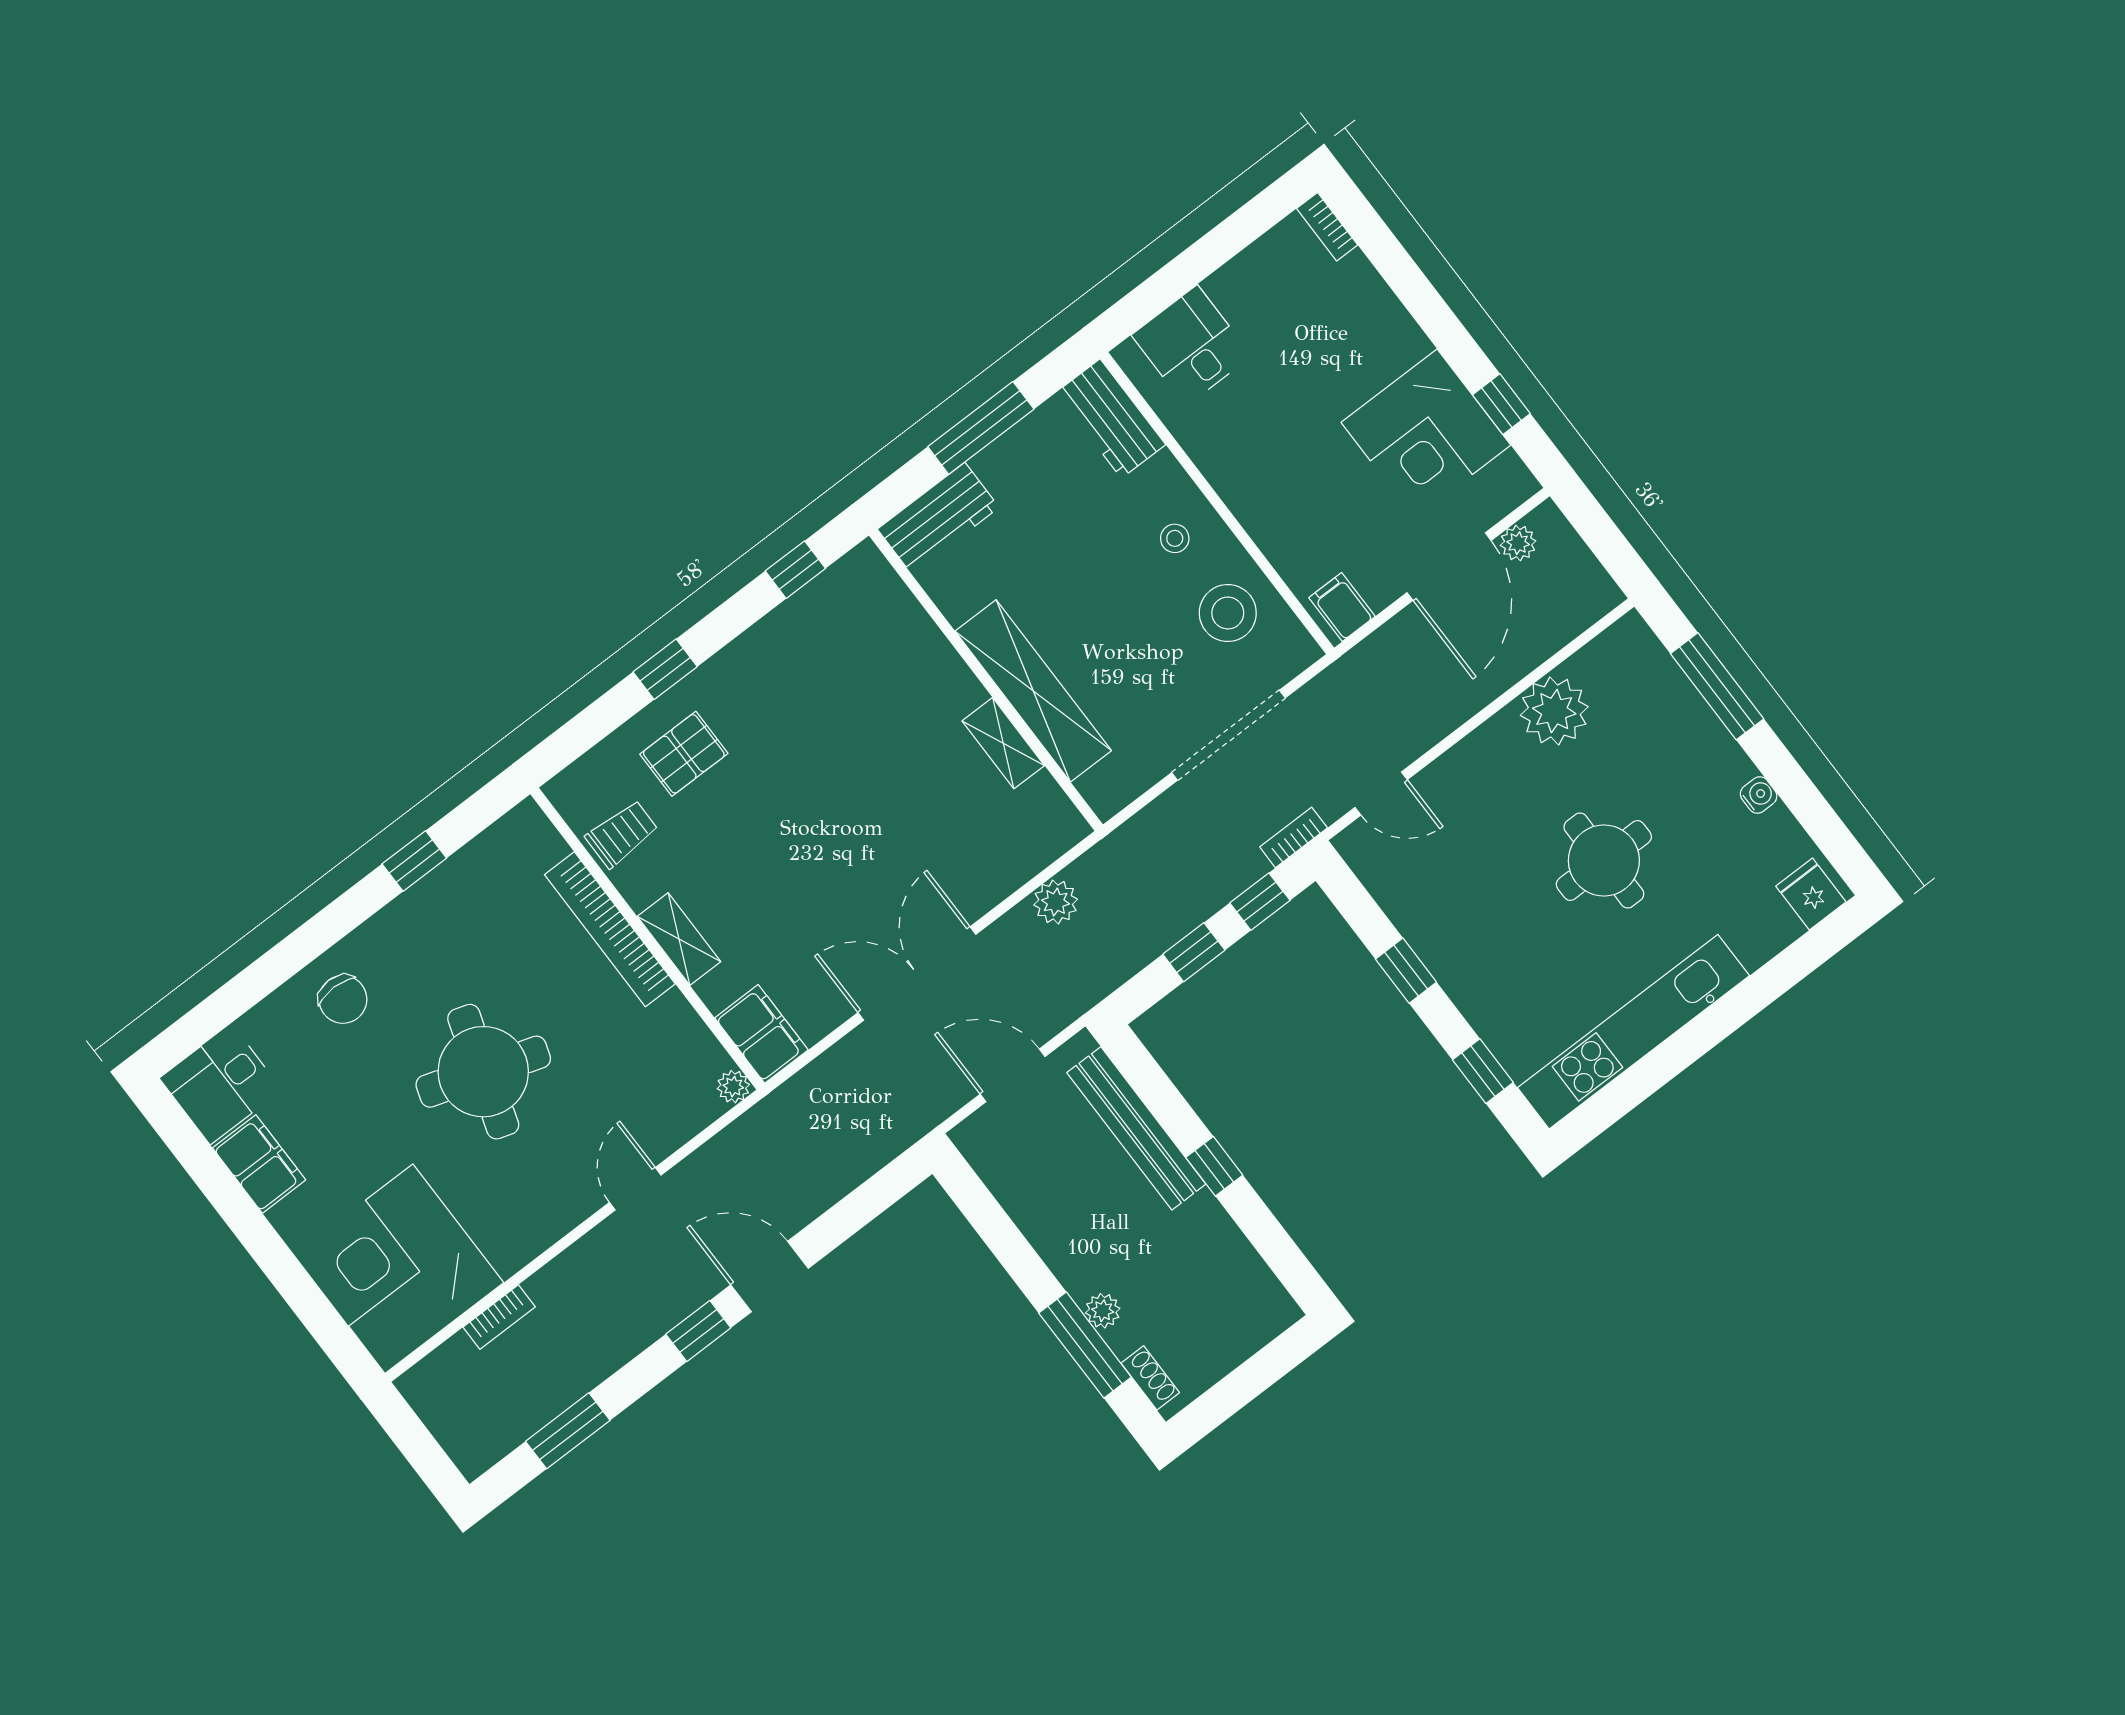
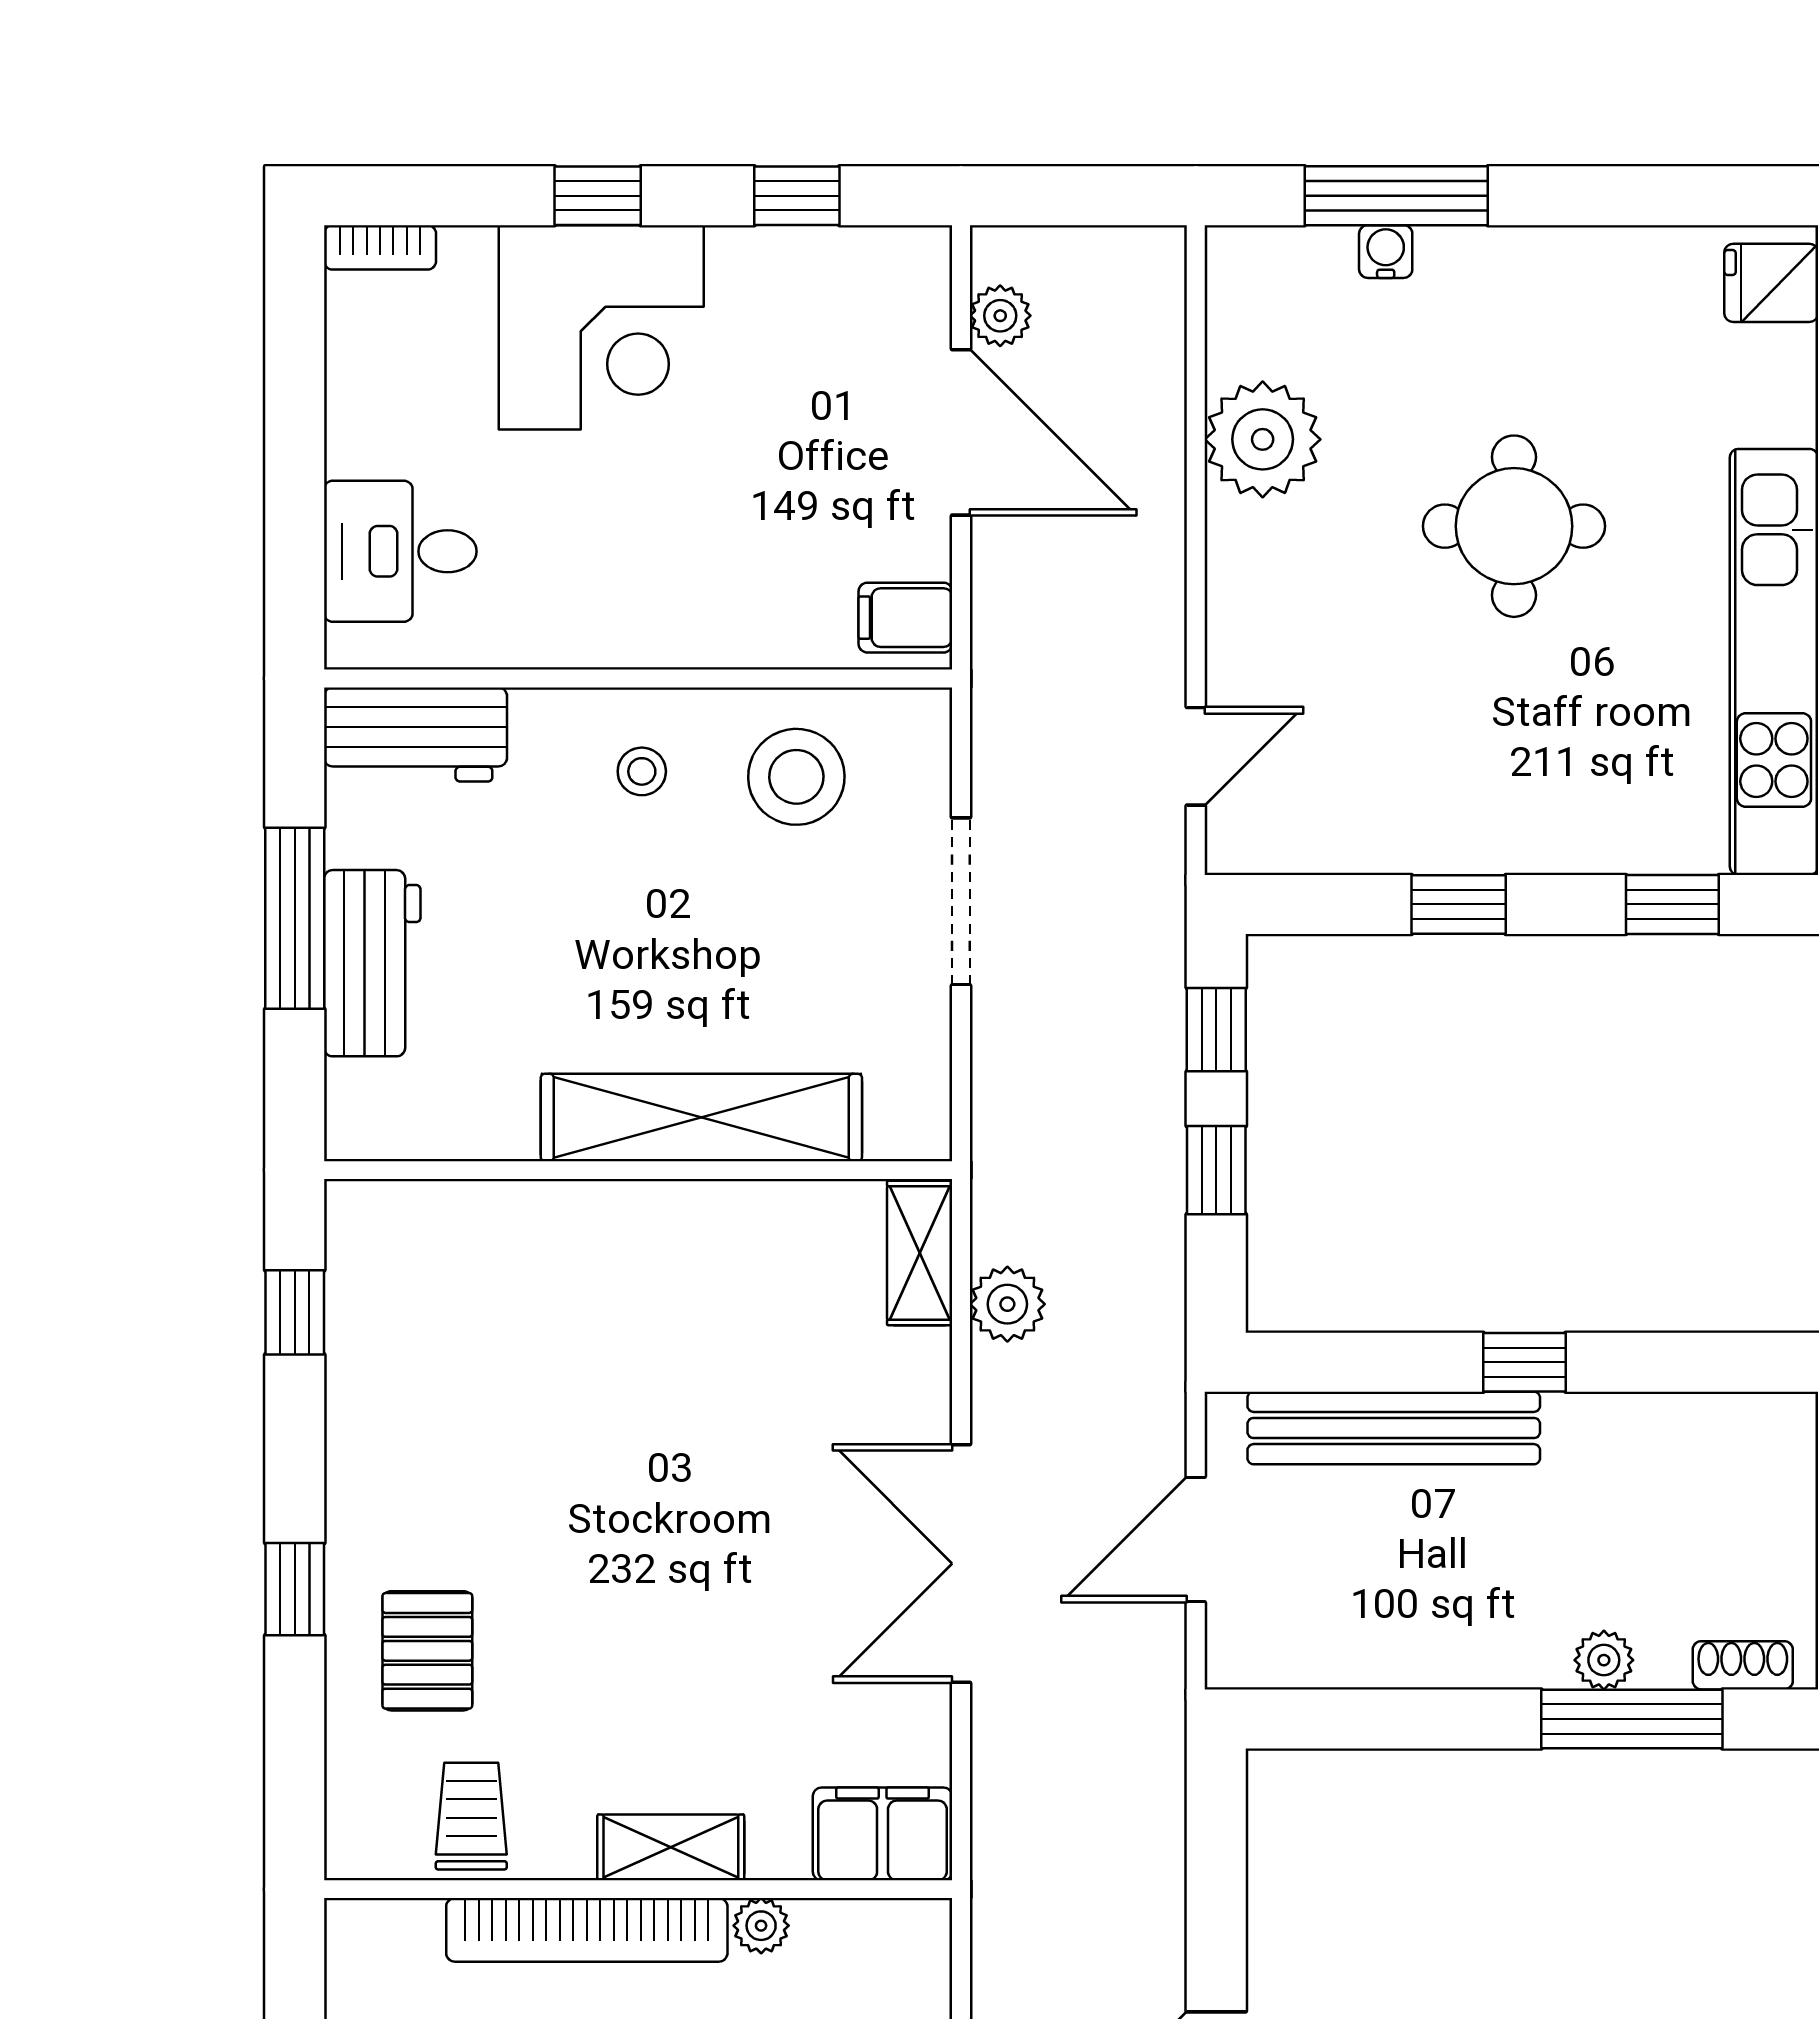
window: (1430, 310) -> (598, 196), added
corner desk: (1426, 434) -> (601, 327), moved
workbench: (938, 518) -> (372, 963), moved
doorway: (1228, 735) -> (961, 901), width x0.73
shelving: (1003, 743) -> (920, 1253), moved, turned 90
water cooler: (1759, 795) -> (1386, 252), moved
bookcase: (1294, 837) -> (1165, 919), removed
plant: (733, 1087) -> (761, 1926), moved

